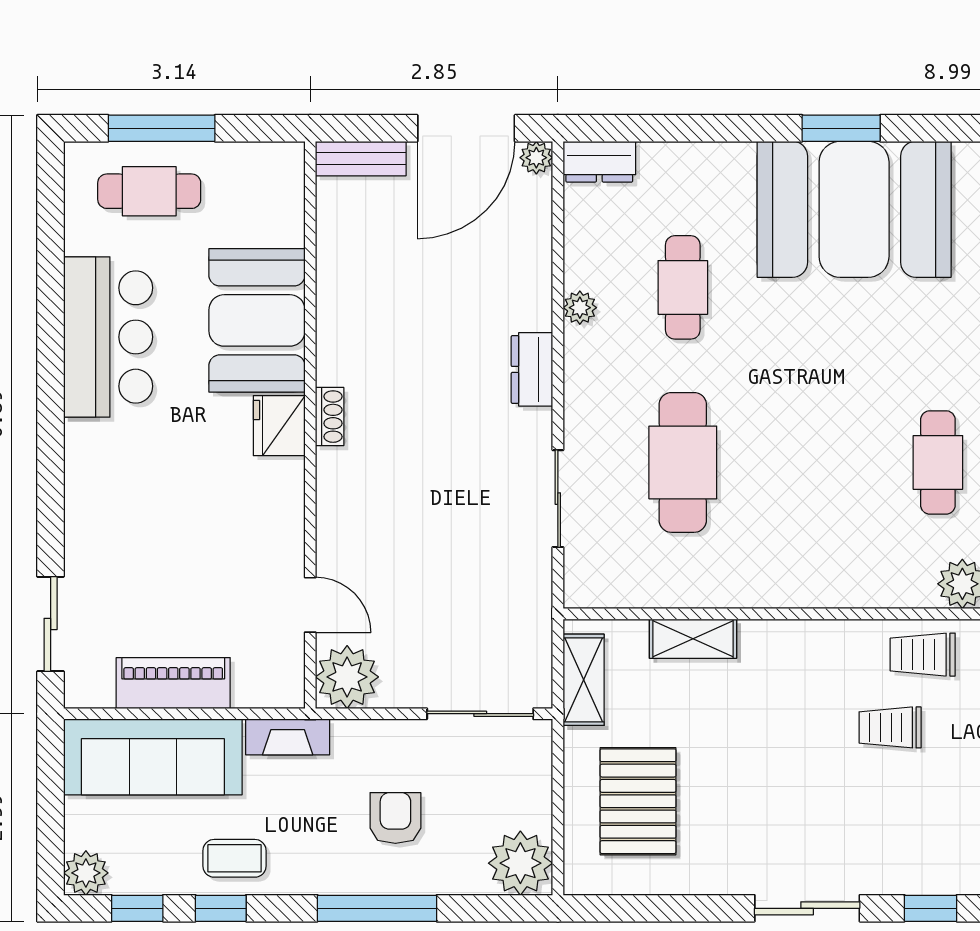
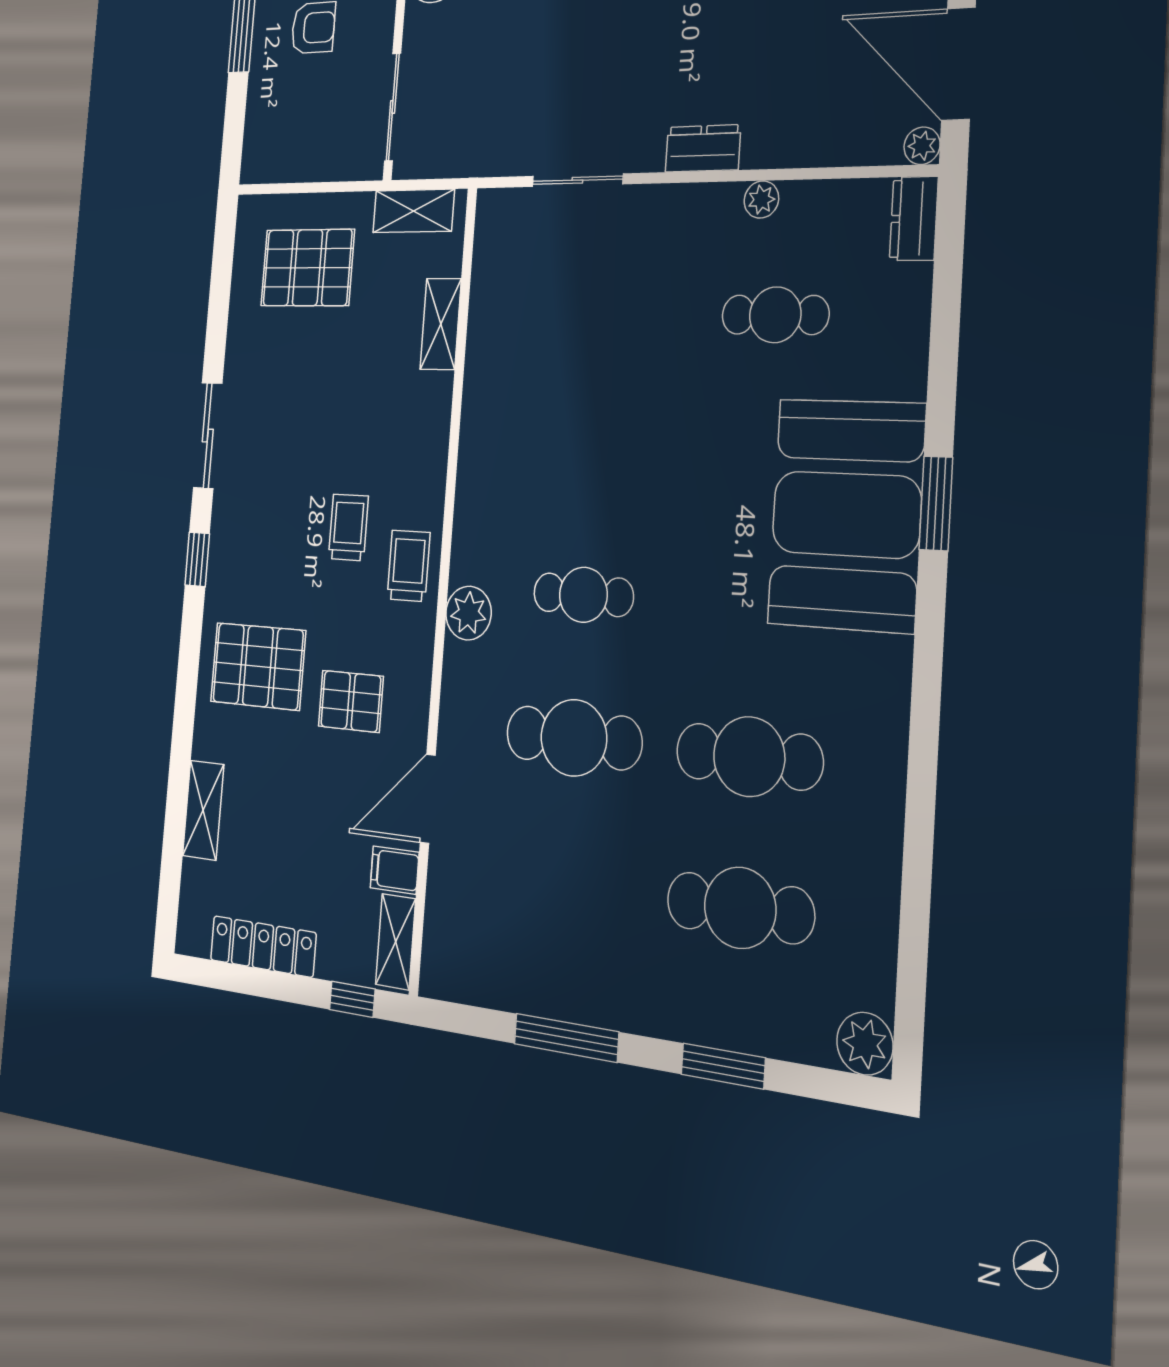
cafe table: (683, 462) -> (602, 314), removed
plant: (520, 863) -> (267, 152), removed

